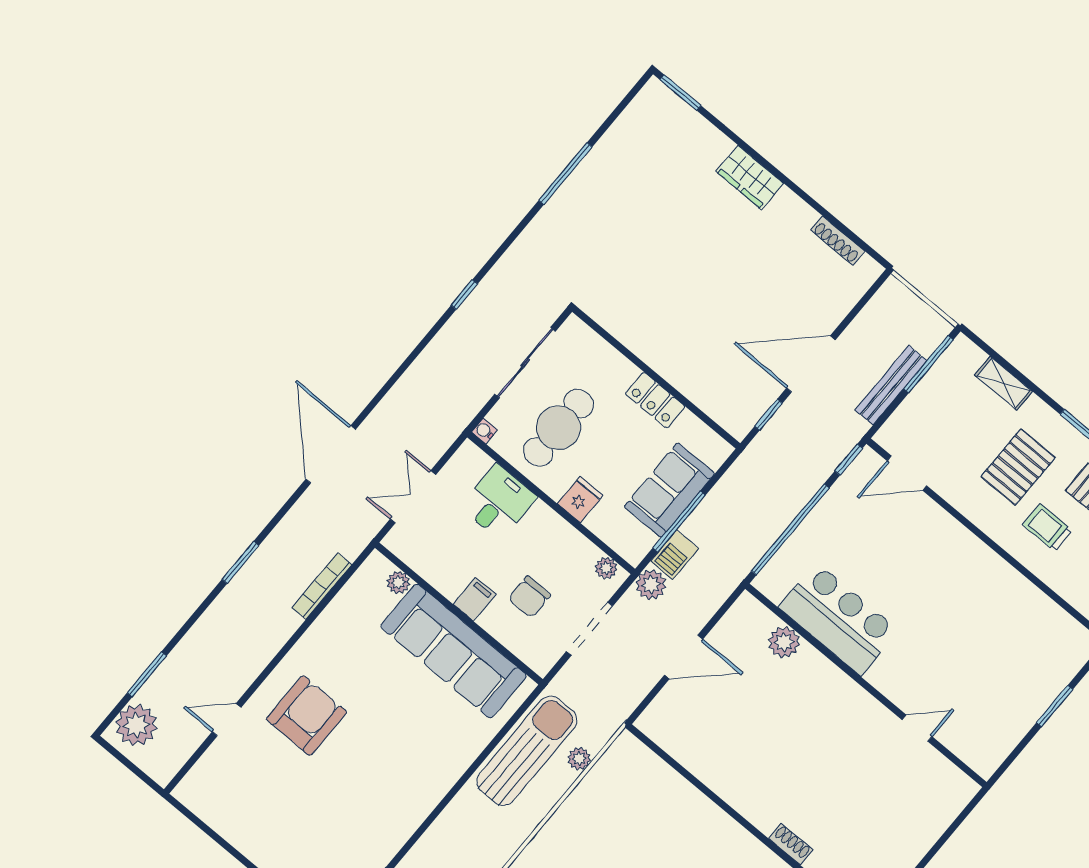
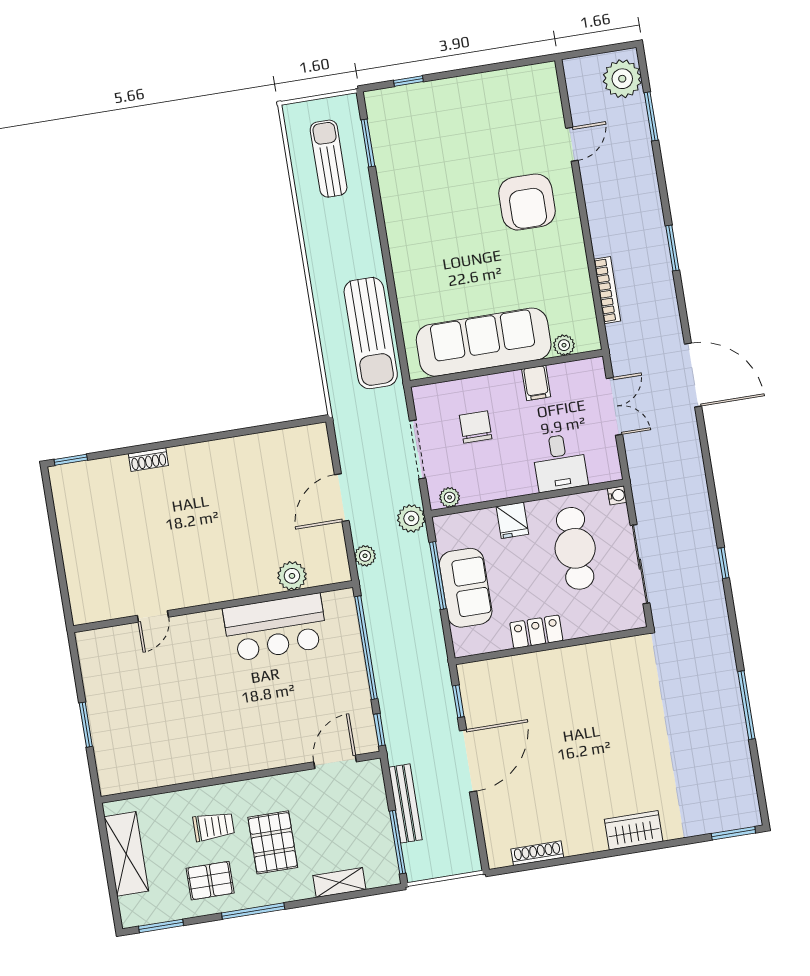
barbecue: (675, 555) -> (418, 553), removed
filing cabinet: (474, 599) -> (536, 383), moved
plant: (579, 759) -> (365, 556), moved

